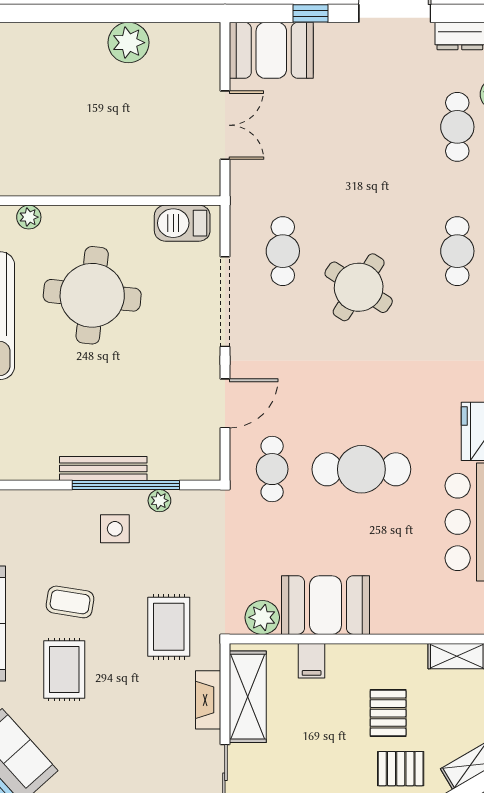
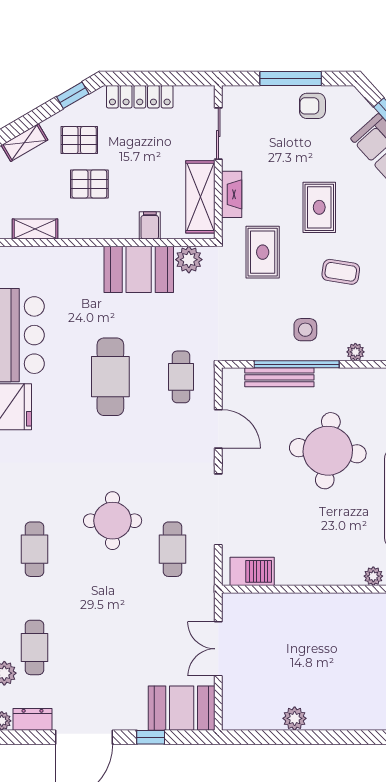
plant: (128, 43) -> (295, 718), width x0.73, depth x0.73
round table: (359, 287) -> (113, 521), turned -33
round table: (92, 295) -> (328, 451), moved
door: (225, 403) -> (218, 429), swing flipped
bench: (103, 468) -> (279, 377), moved
cafe table: (361, 469) -> (110, 377), turned 90
plant: (159, 501) -> (355, 352), moved
rug: (64, 669) -> (319, 207), moved
pallet: (388, 713) -> (89, 184), turned 90

